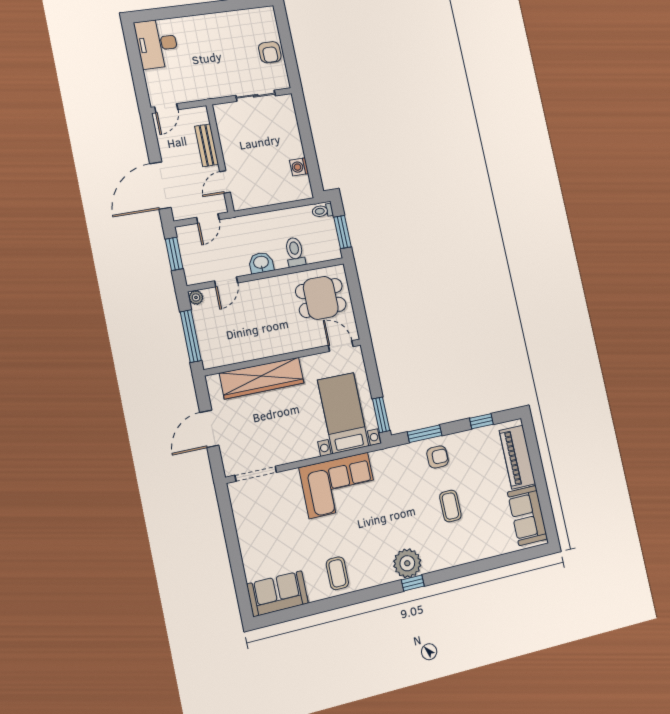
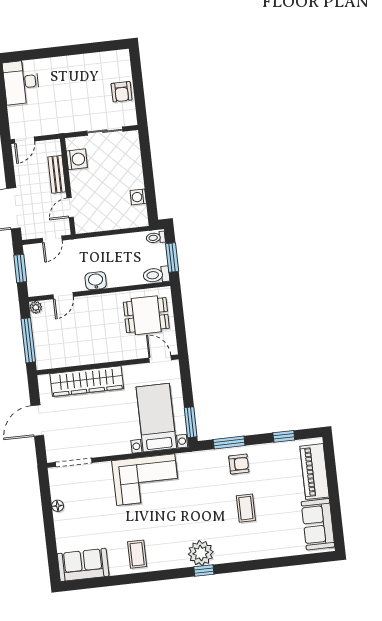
washing machine: (227, 128) -> (77, 159), added
toilet: (295, 252) -> (156, 275), moved, turned -90
floor lamp: (242, 527) -> (58, 506), added

